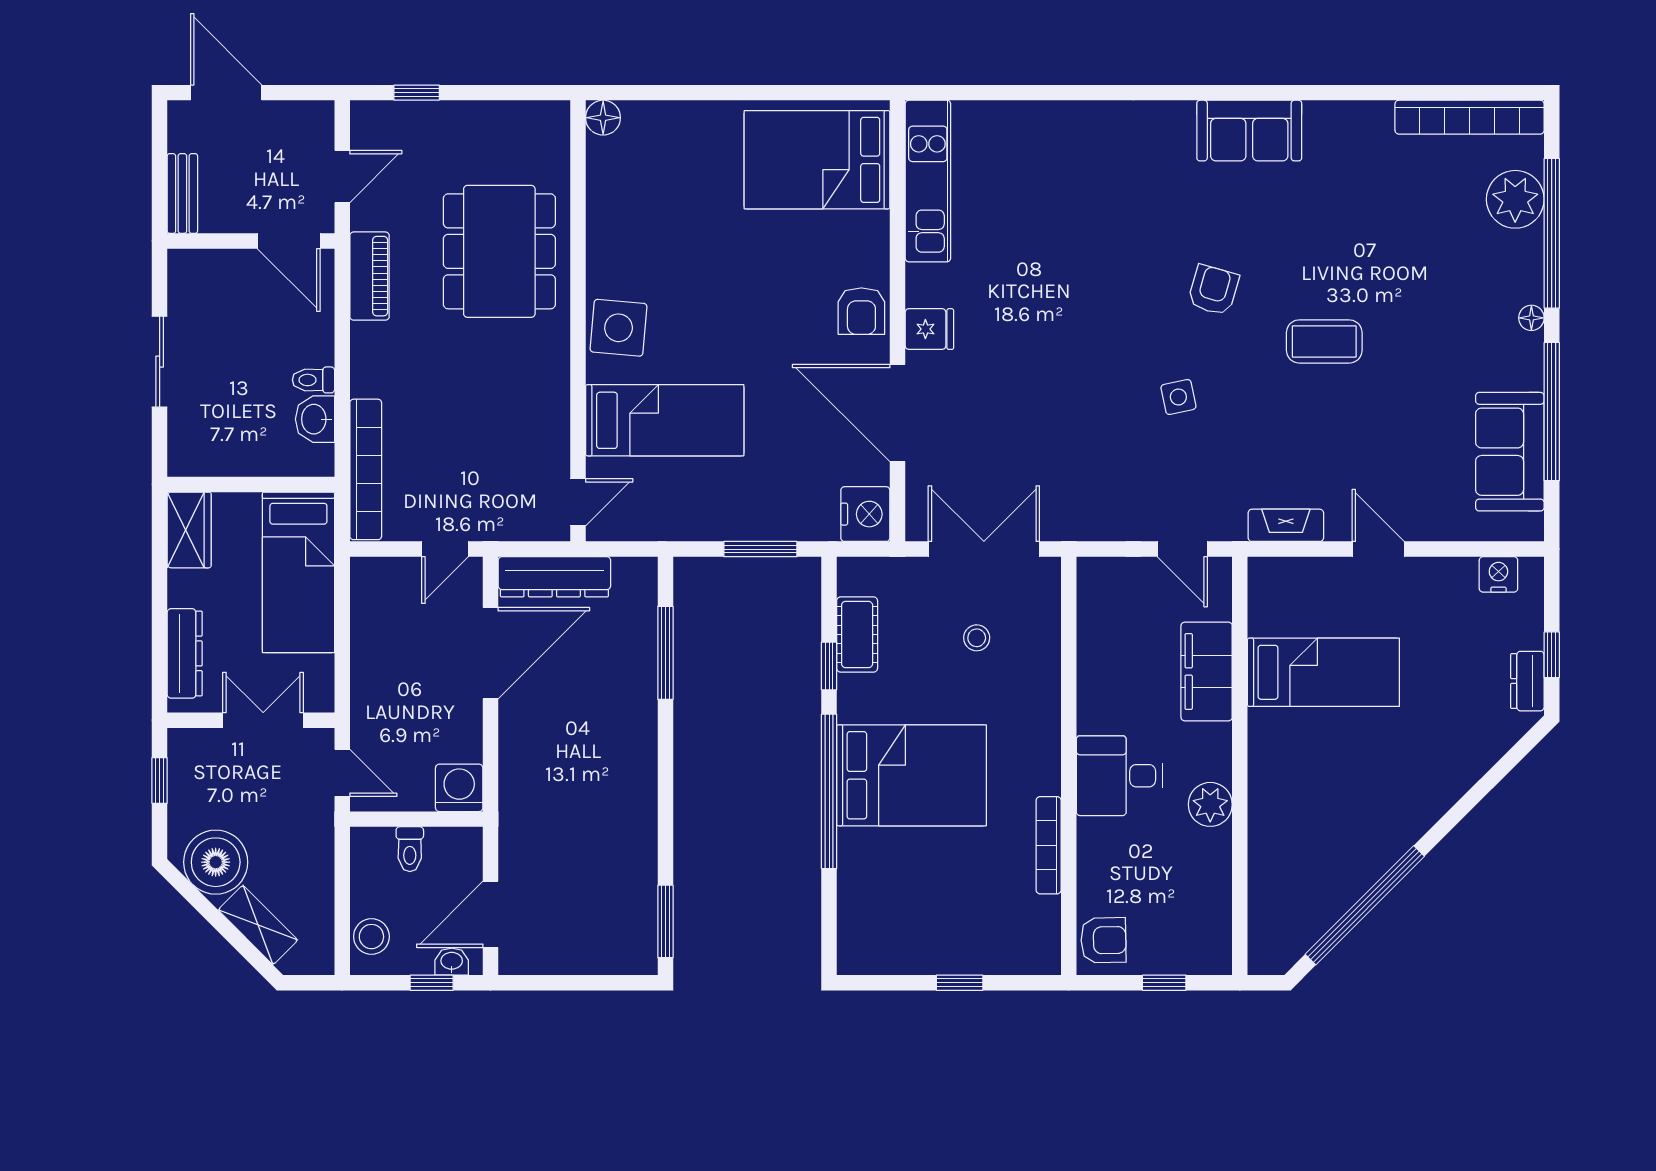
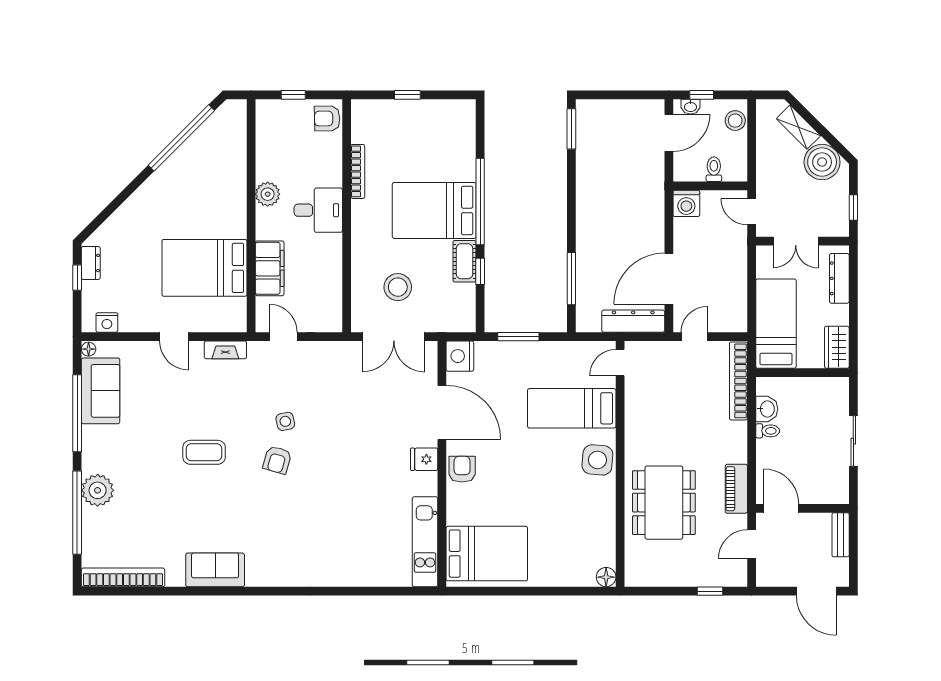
sofa: (1249, 131) -> (215, 570), moved
plant: (1515, 199) -> (98, 490), moved
armchair: (1213, 290) -> (277, 460), moved
floor lamp: (1531, 318) -> (89, 349), moved
cot: (857, 634) -> (464, 261), moved
stool: (977, 638) -> (398, 287), width x1.89, depth x1.89
bed: (1323, 672) -> (204, 268), width x1.50

